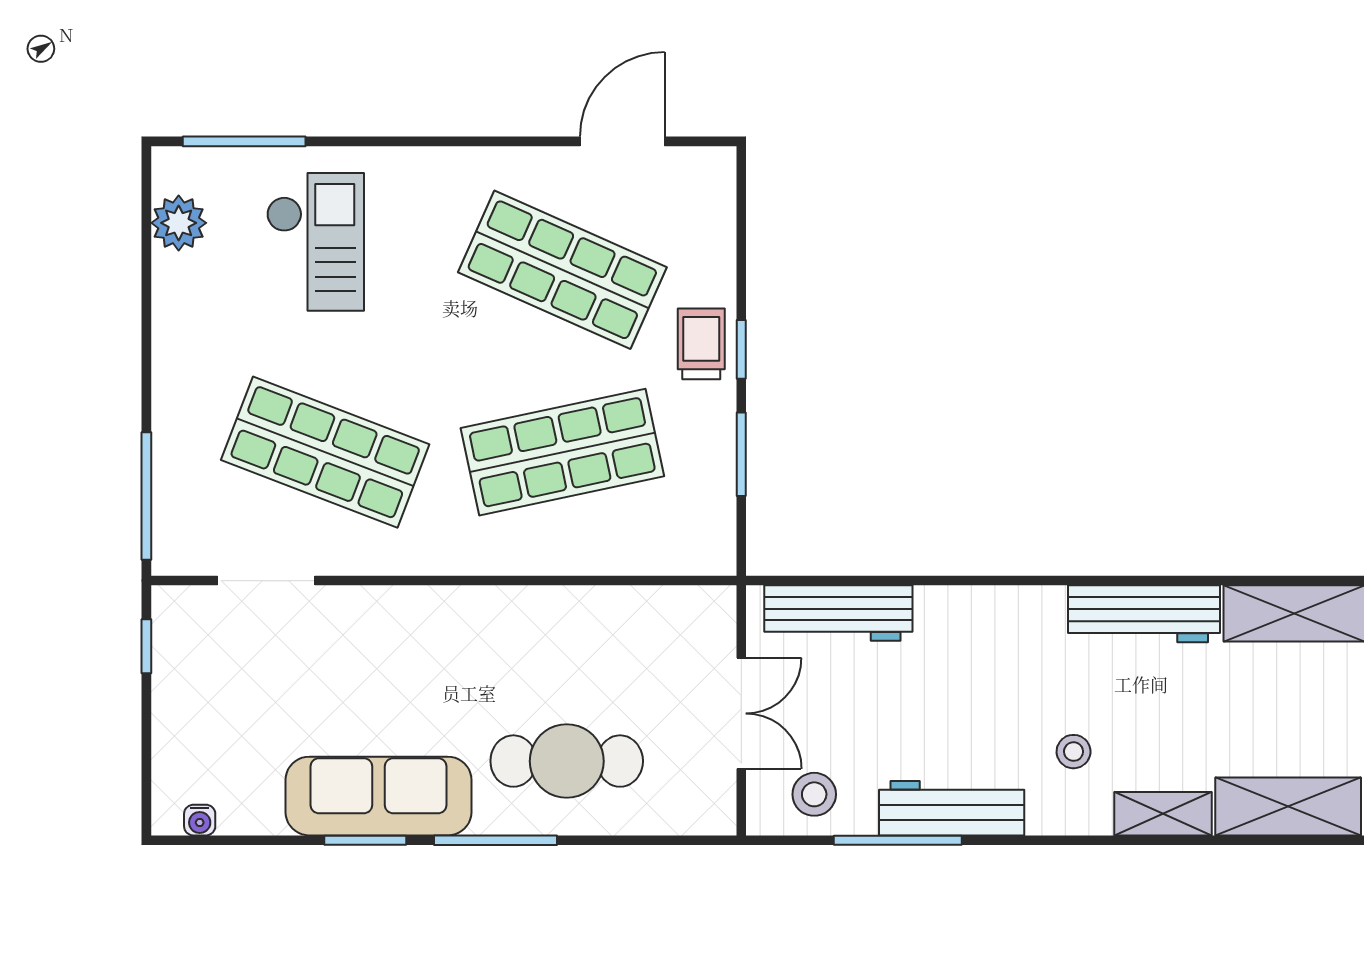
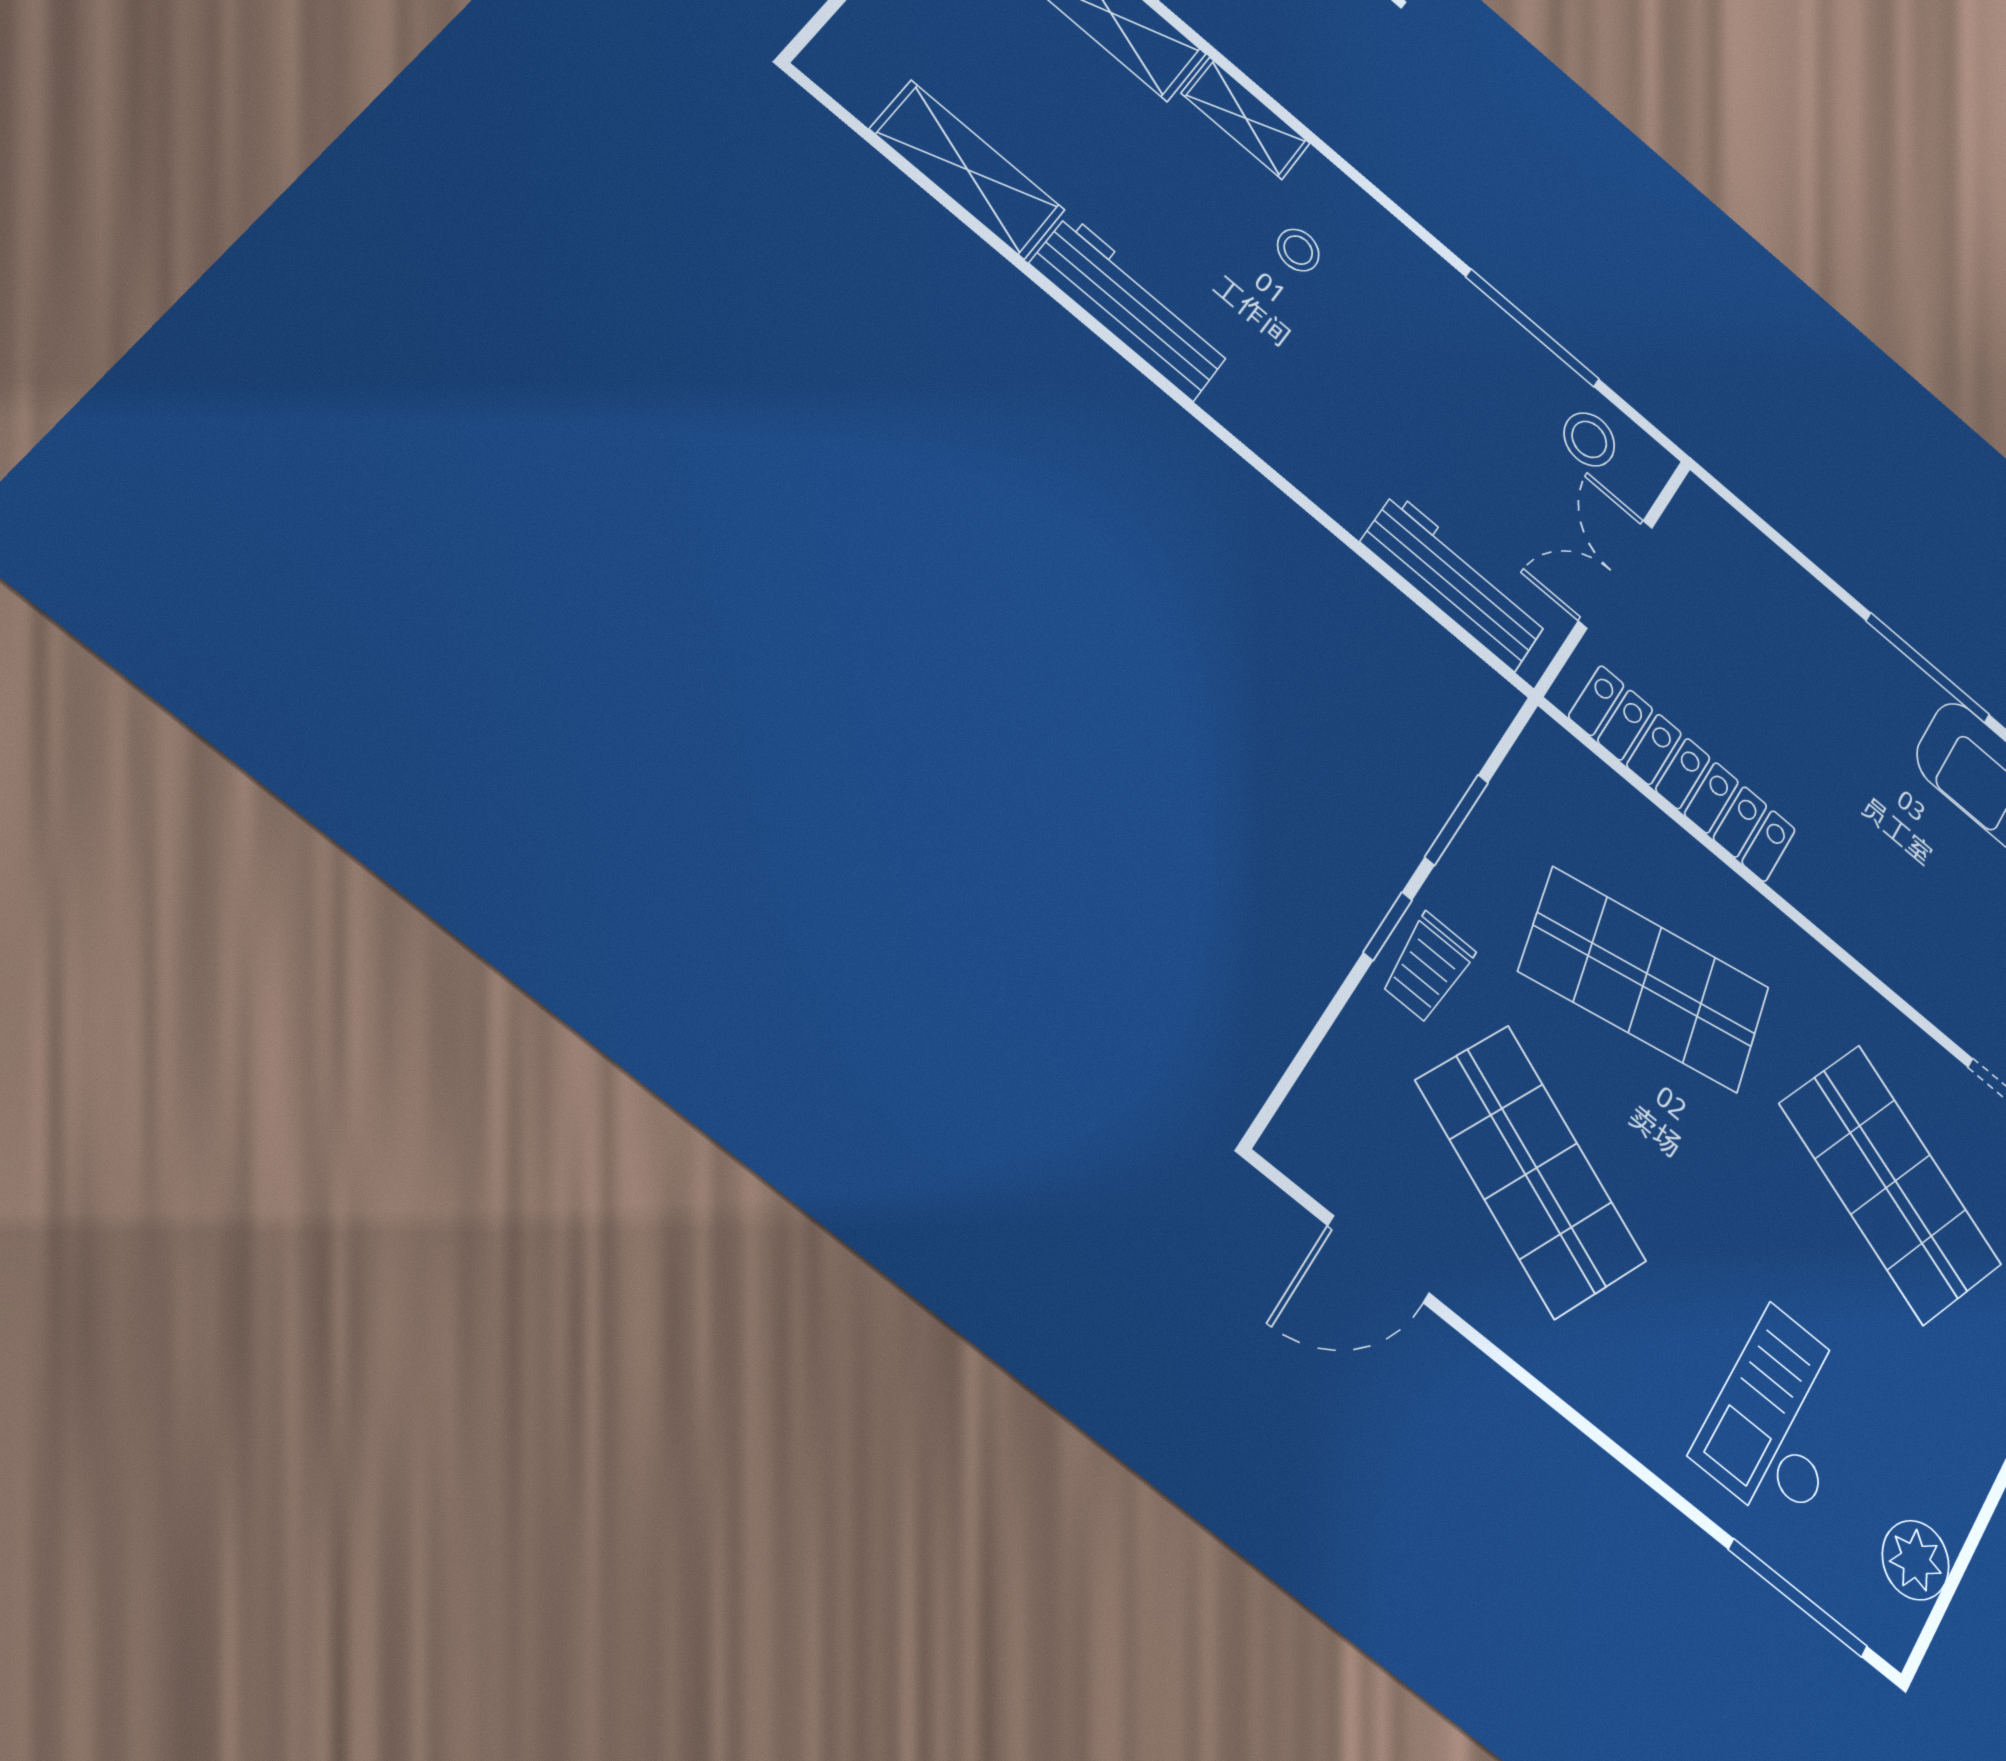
locker: (618, 613) -> (1683, 774), added
cafe table: (567, 761) -> (1817, 680), removed
workbench: (952, 808) -> (1459, 309), removed

